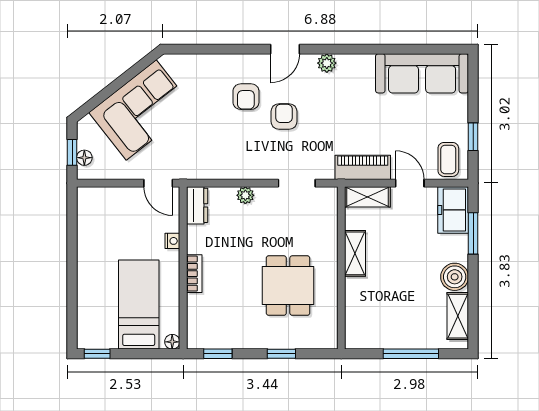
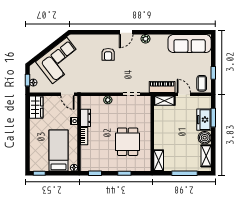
armchair: (284, 116) -> (126, 63), removed
dresser: (197, 205) -> (86, 118), moved
freezer: (453, 210) -> (204, 120), moved
wardrobe: (91, 211) -> (36, 107), added
shelving: (355, 253) -> (159, 161), moved

